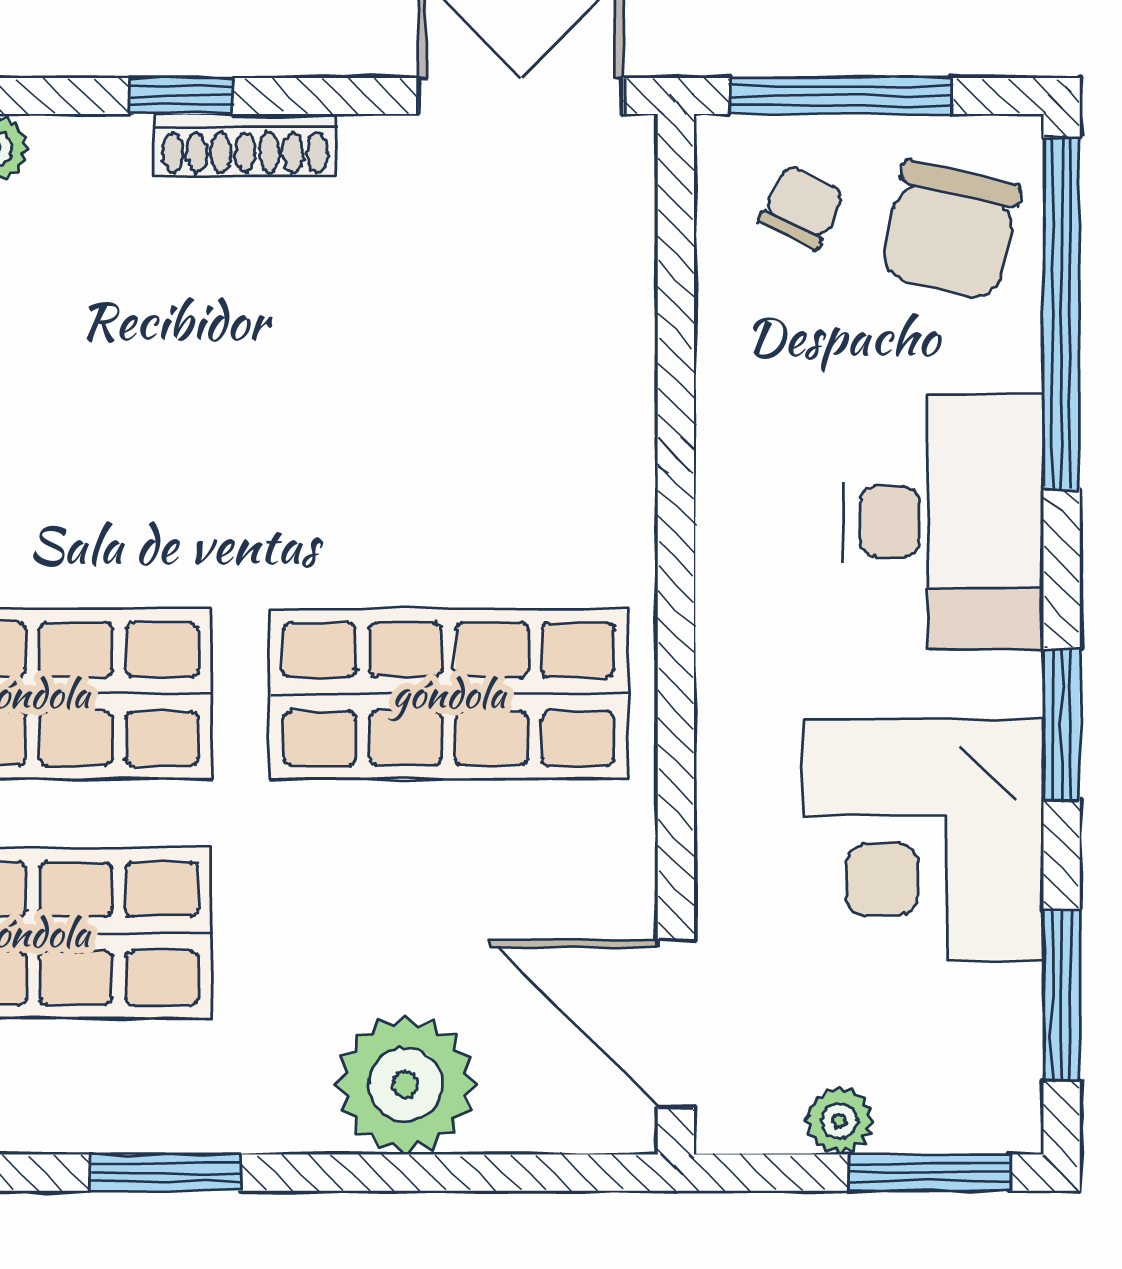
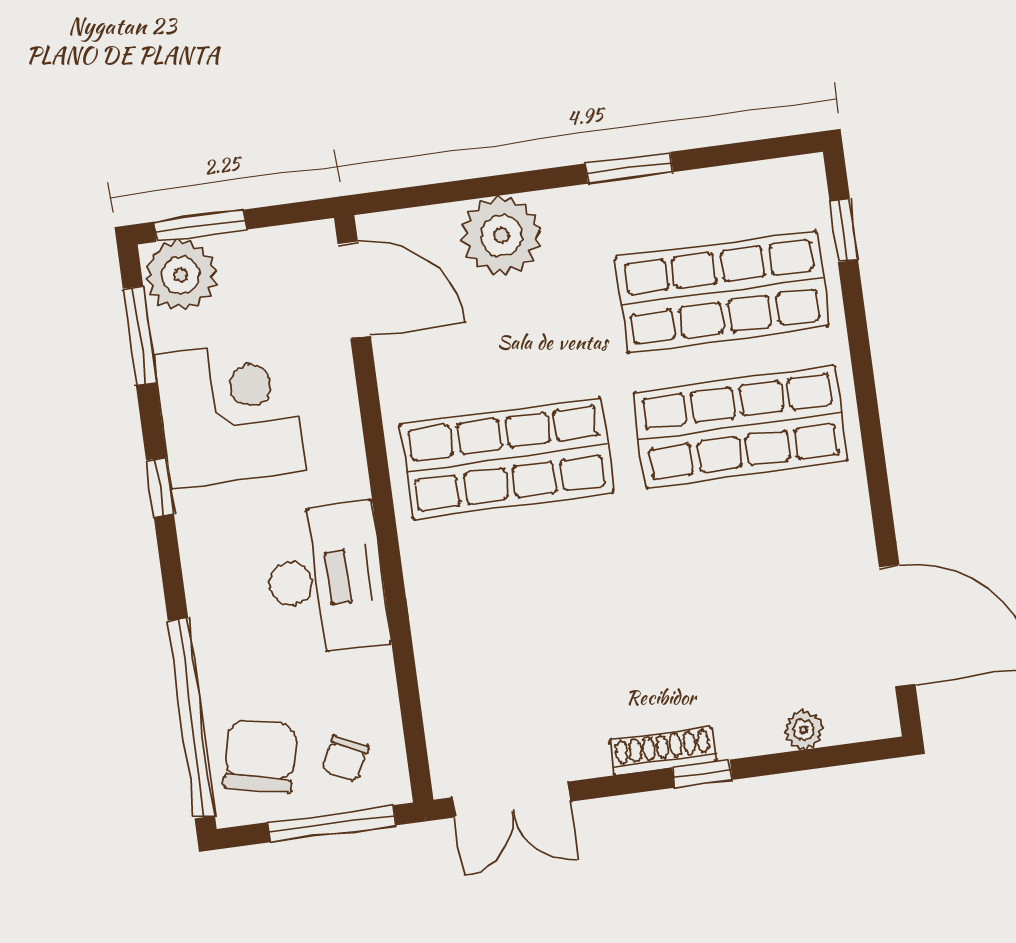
desk: (944, 521) -> (326, 579), moved, turned 180
window: (1062, 725) -> (160, 487), width x0.67
plant: (839, 1121) -> (181, 275), moved, width x1.88, depth x1.88

